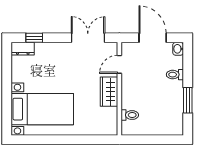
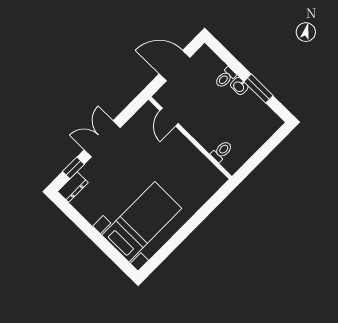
double door: (88, 38) -> (102, 139), moved
washbasin: (178, 49) -> (239, 86), moved
wardrobe: (109, 92) -> (184, 149), removed

